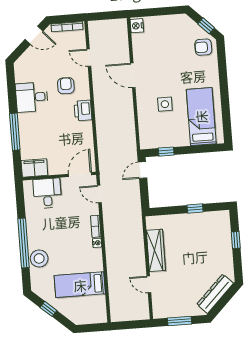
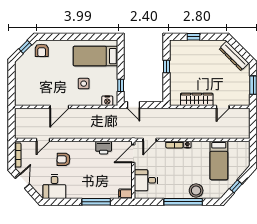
nightstand: (137, 26) -> (107, 101), moved
desk: (32, 97) -> (54, 187), moved
printer: (83, 111) -> (104, 148), moved
filing cabinet: (34, 168) -> (125, 194), width x0.50
door: (80, 174) -> (133, 154), hinge flipped

